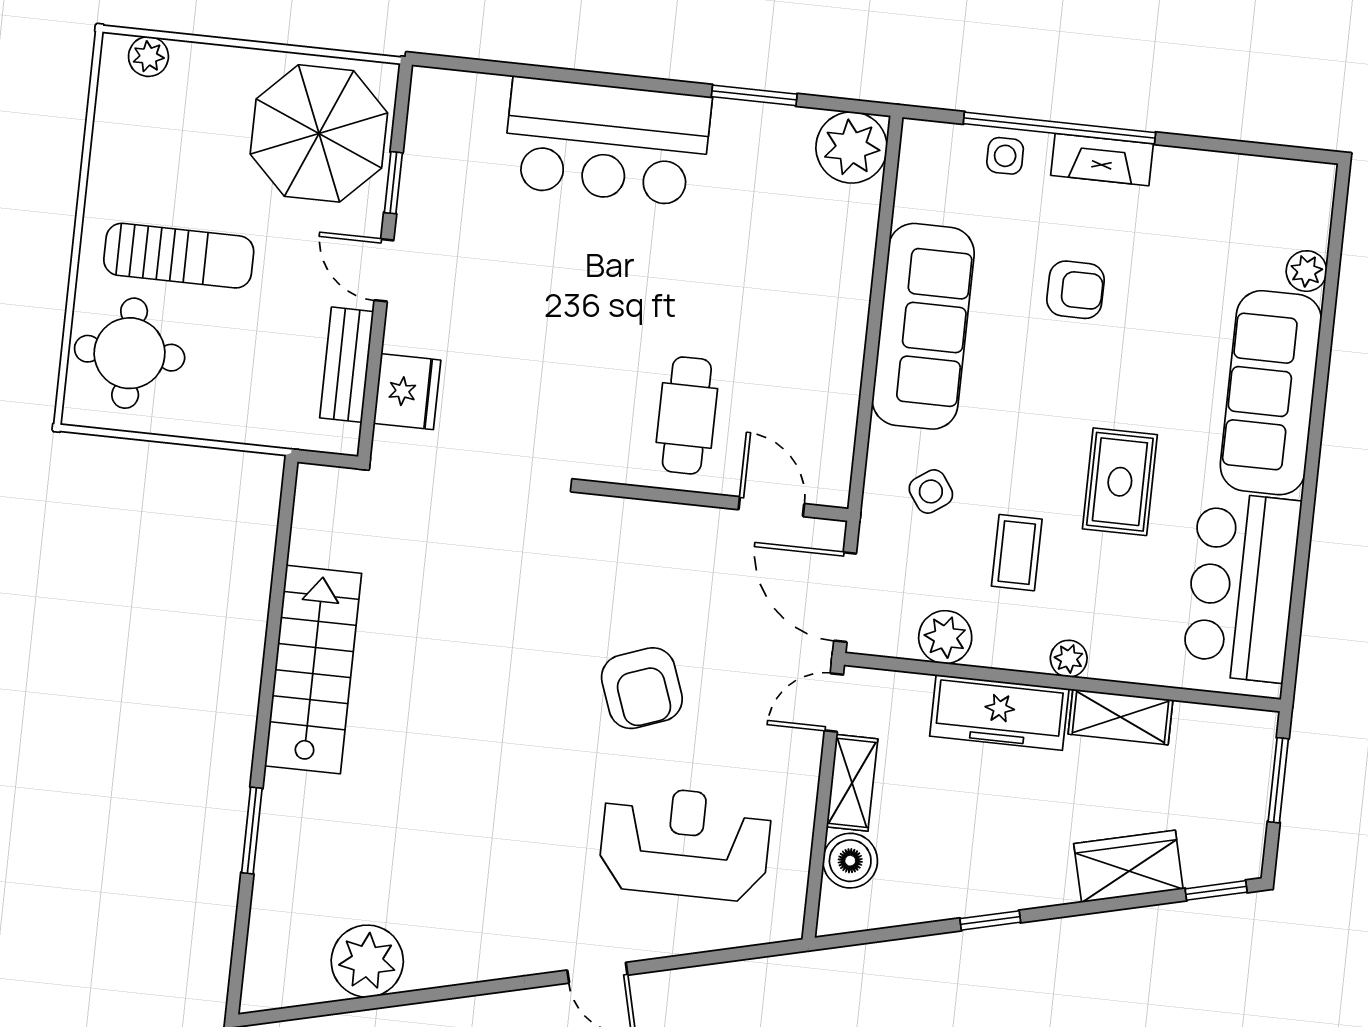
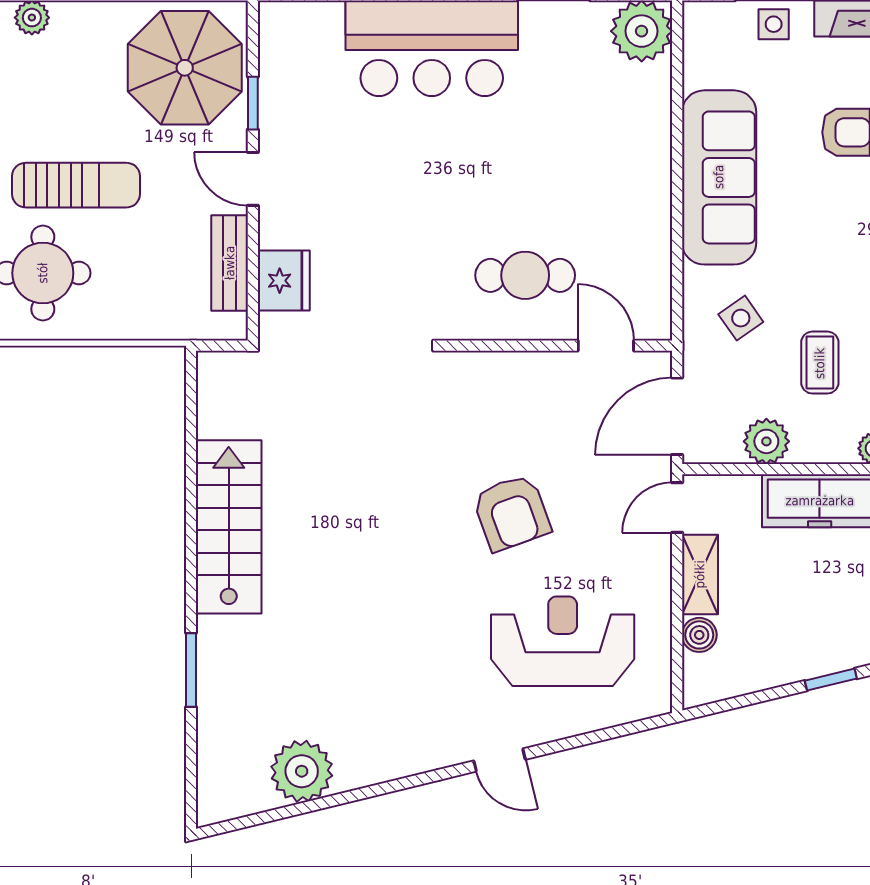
cafe table: (687, 415) -> (525, 275), turned 90
door: (845, 597) -> (677, 416), hinge flipped
boiler: (850, 861) -> (699, 635), width x0.73, depth x0.73

